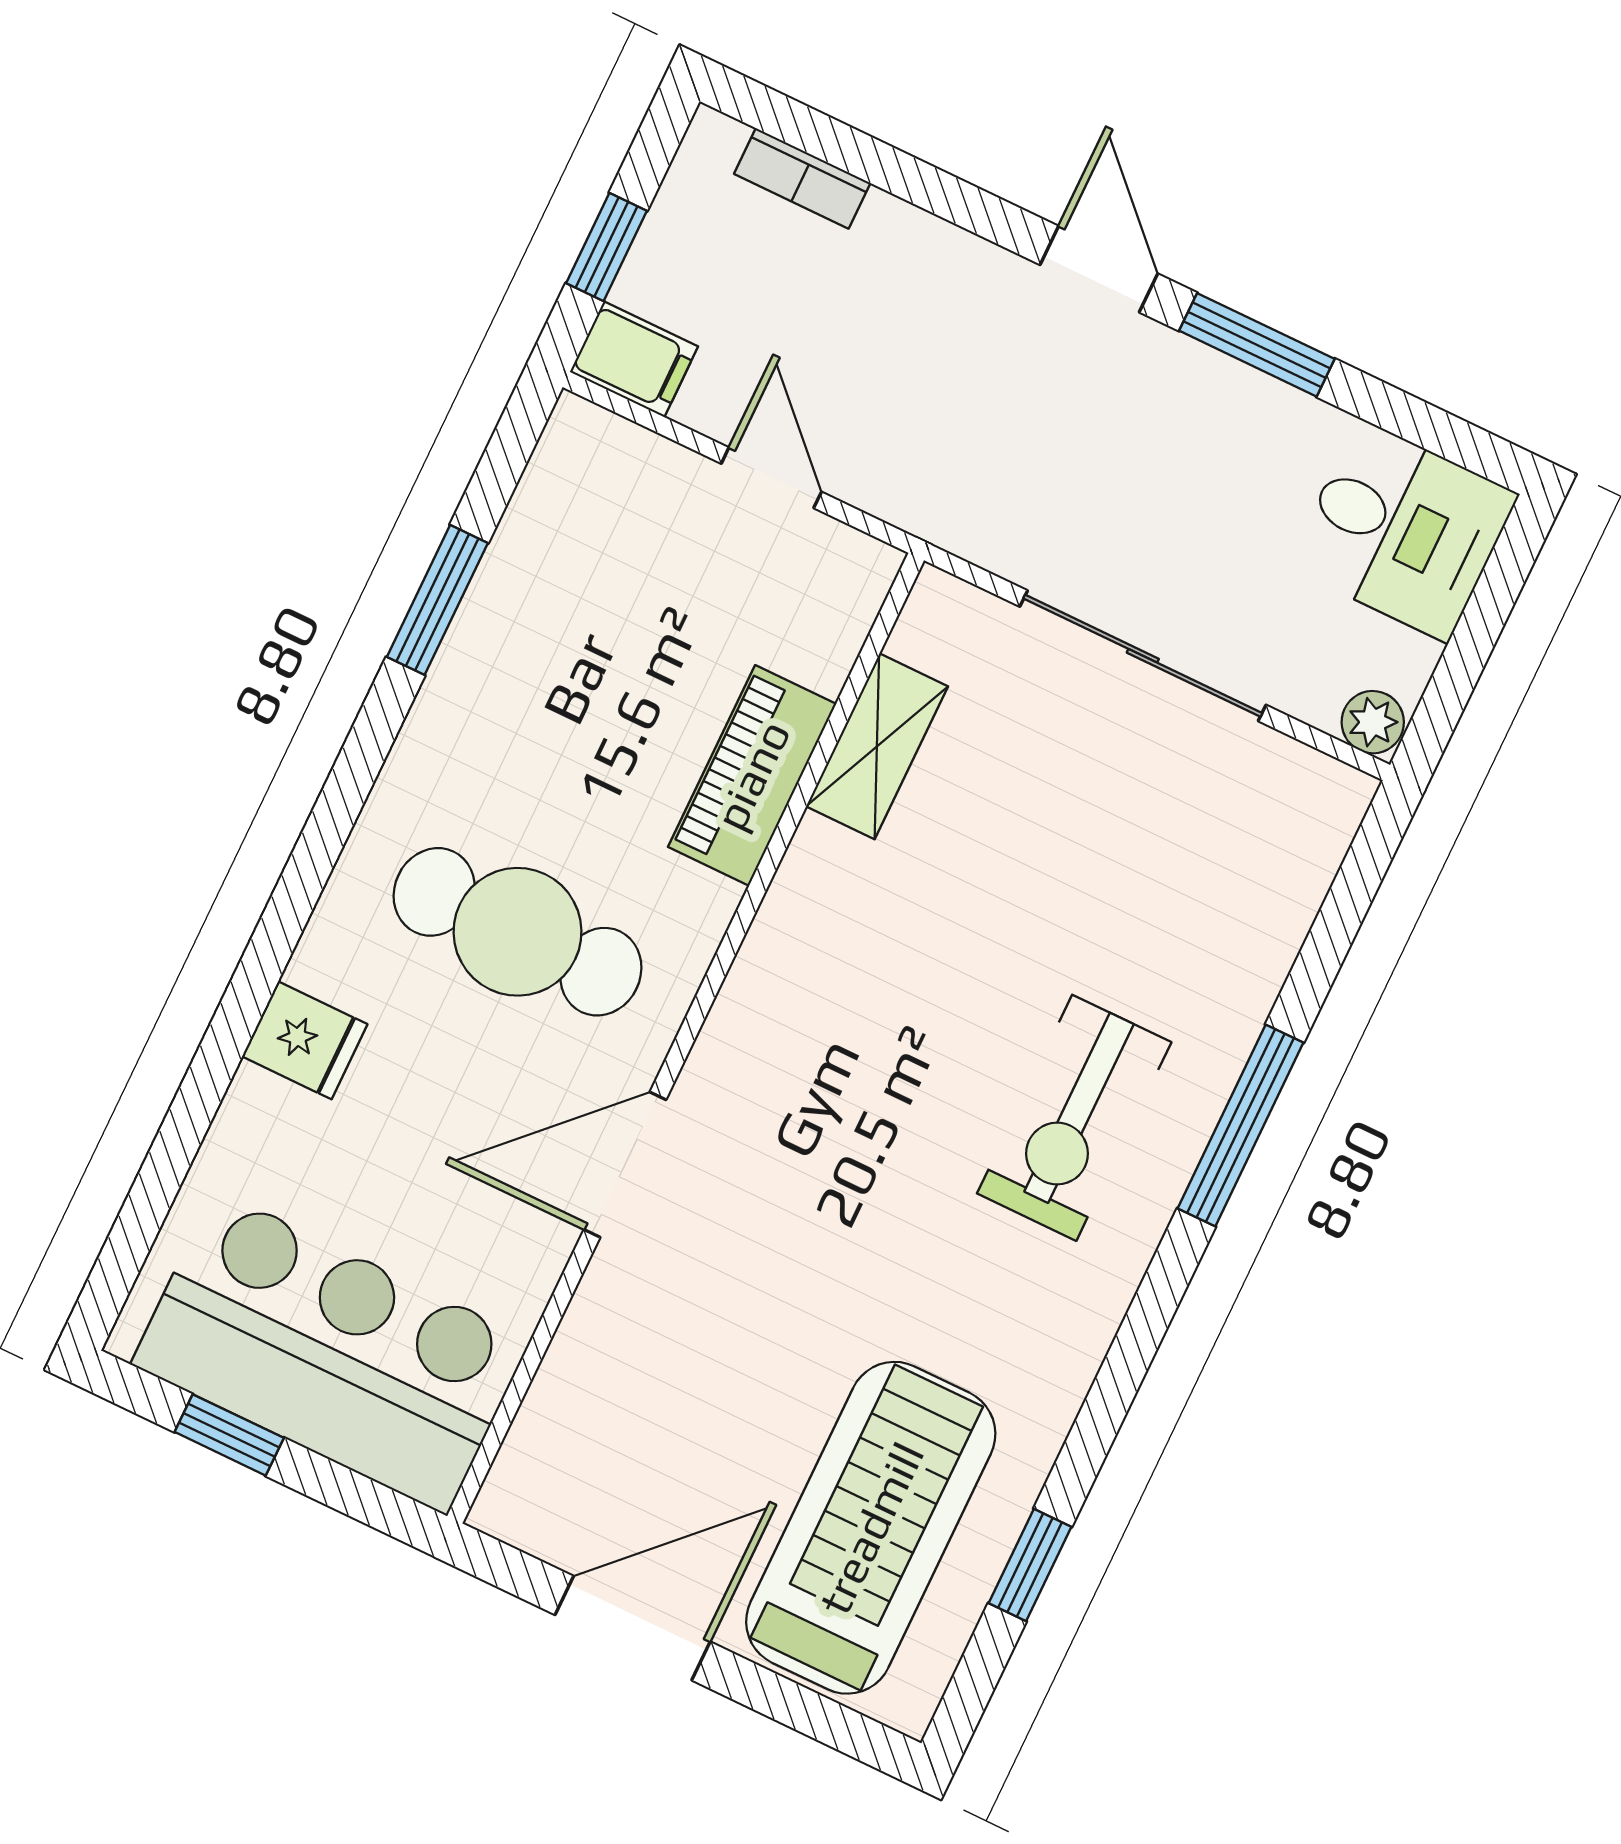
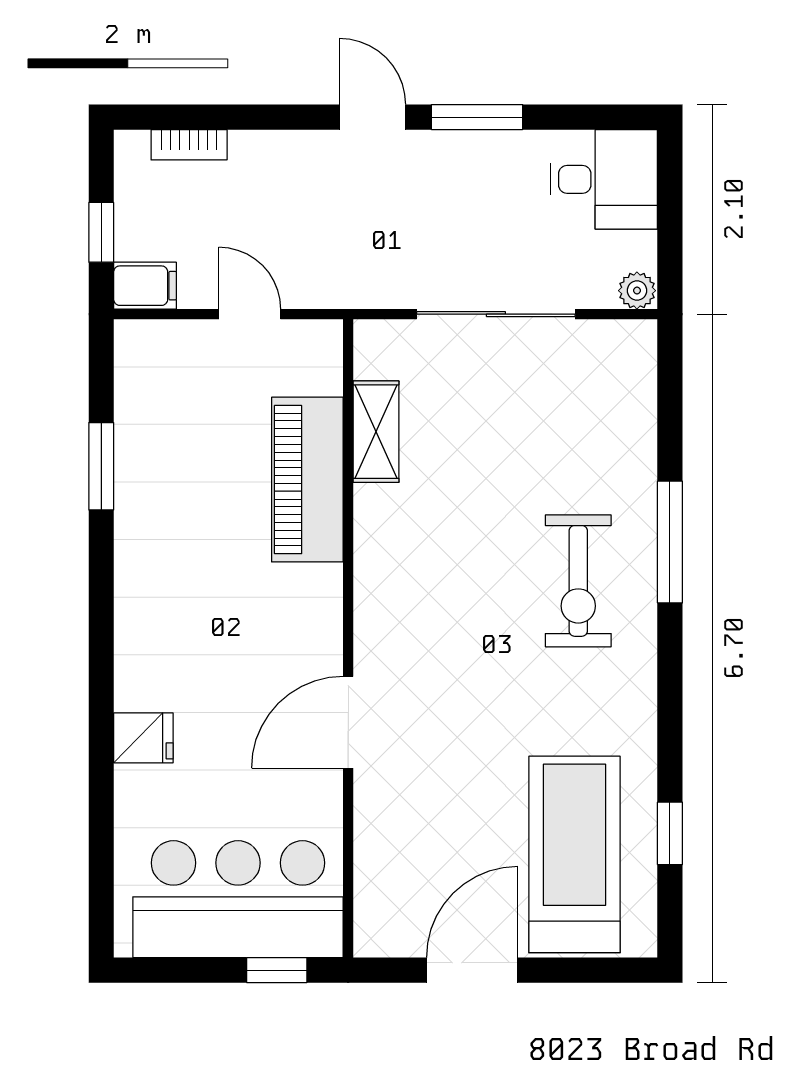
piano: (752, 775) -> (307, 480), width x1.37, depth x1.33
cafe table: (518, 932) -> (230, 624), removed
window: (229, 1435) -> (277, 970), moved

